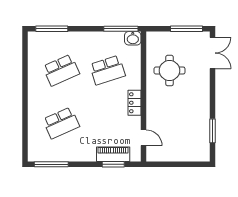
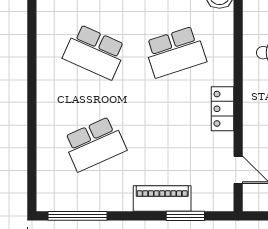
school desk: (61, 70) -> (95, 52), turned 48
piano: (113, 154) -> (162, 198), moved

